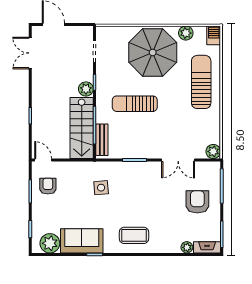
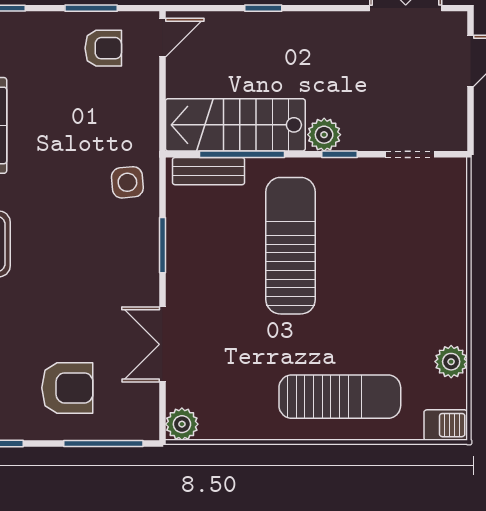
parasol: (153, 52) -> (407, 286), removed
sun lounger: (135, 104) -> (291, 246), width x1.36, depth x1.34
side table: (101, 188) -> (127, 182), moved

